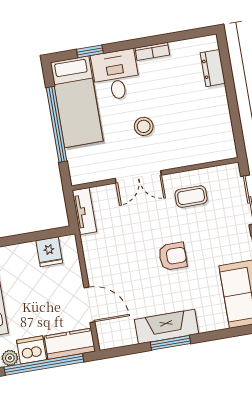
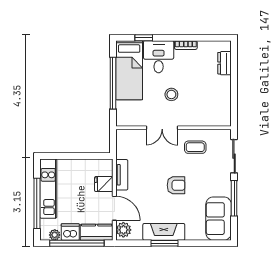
tv unit: (84, 211) -> (122, 175), moved
fridge: (49, 252) -> (104, 184), moved, turned 90
plant: (108, 334) -> (123, 230), added

